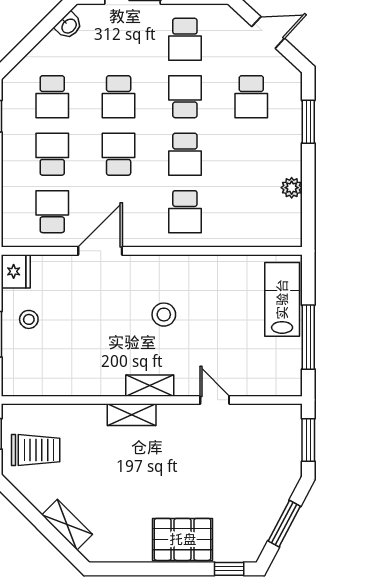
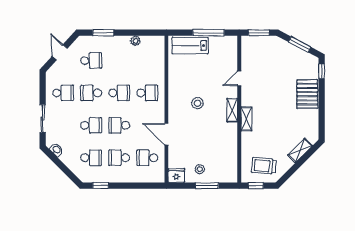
trolley: (36, 450) -> (264, 166), turned -85

